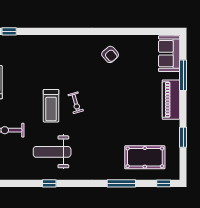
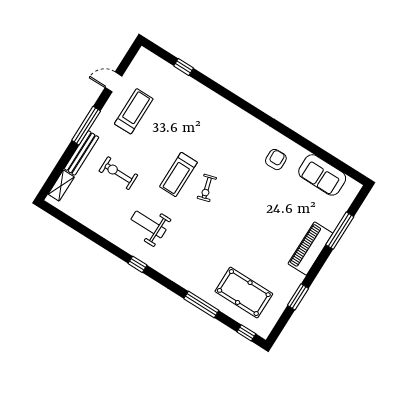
armchair: (110, 54) -> (276, 160), turned -140
sofa: (169, 54) -> (322, 175), moved, turned -90
weight bench: (52, 152) -> (149, 224), width x0.73, depth x0.75
window: (49, 183) -> (137, 264), moved

